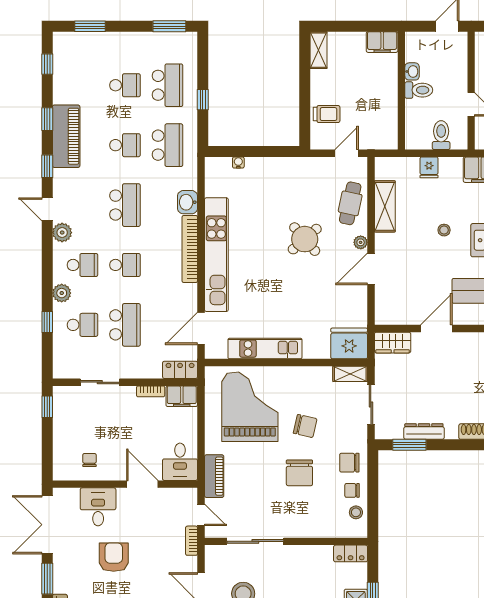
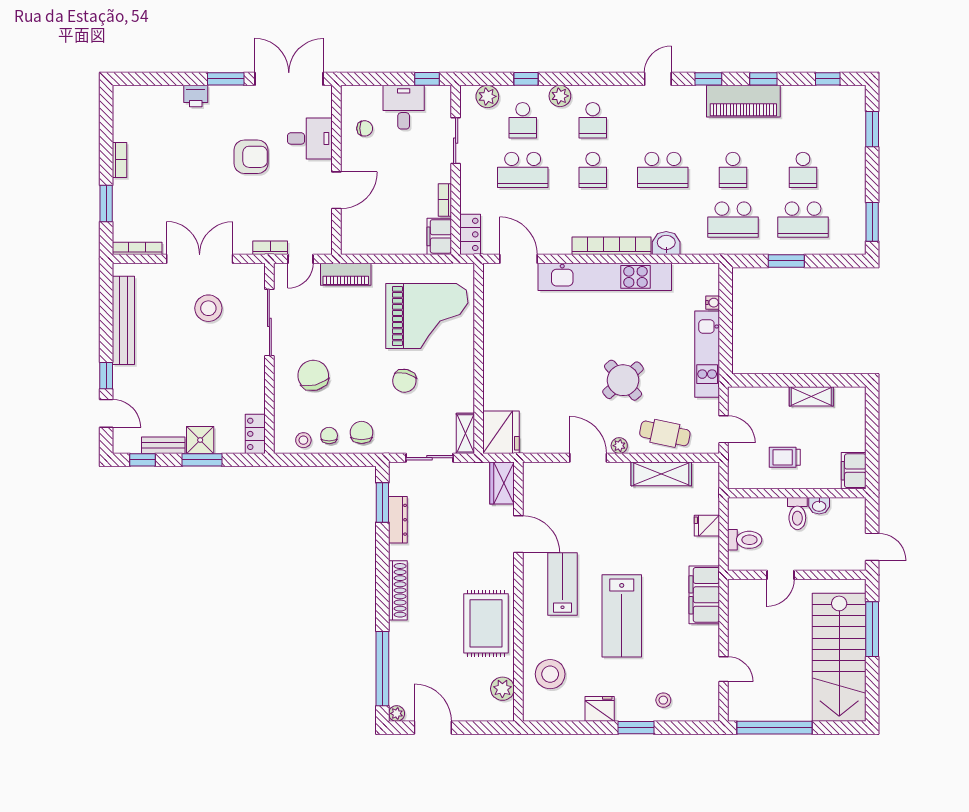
shelving: (319, 50) -> (811, 396), moved
window: (203, 100) -> (786, 261), width x1.50
trolley: (327, 114) -> (785, 457), moved, turned 90
stool: (444, 230) -> (634, 543), removed
plant: (62, 233) -> (487, 96), moved
kitchen unit: (265, 349) -> (707, 354), moved, turned 180
desk: (180, 462) -> (404, 107), moved, turned 90
chair: (299, 473) -> (313, 375), moved, turned 76

